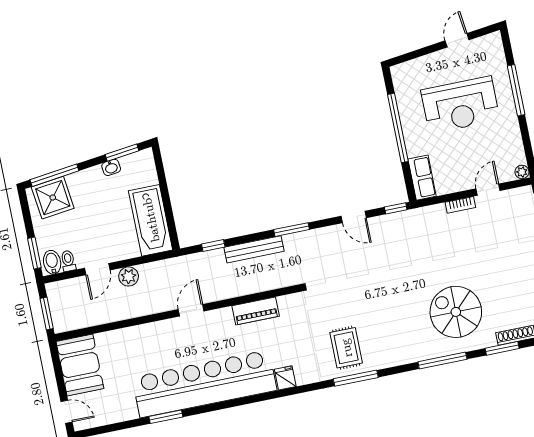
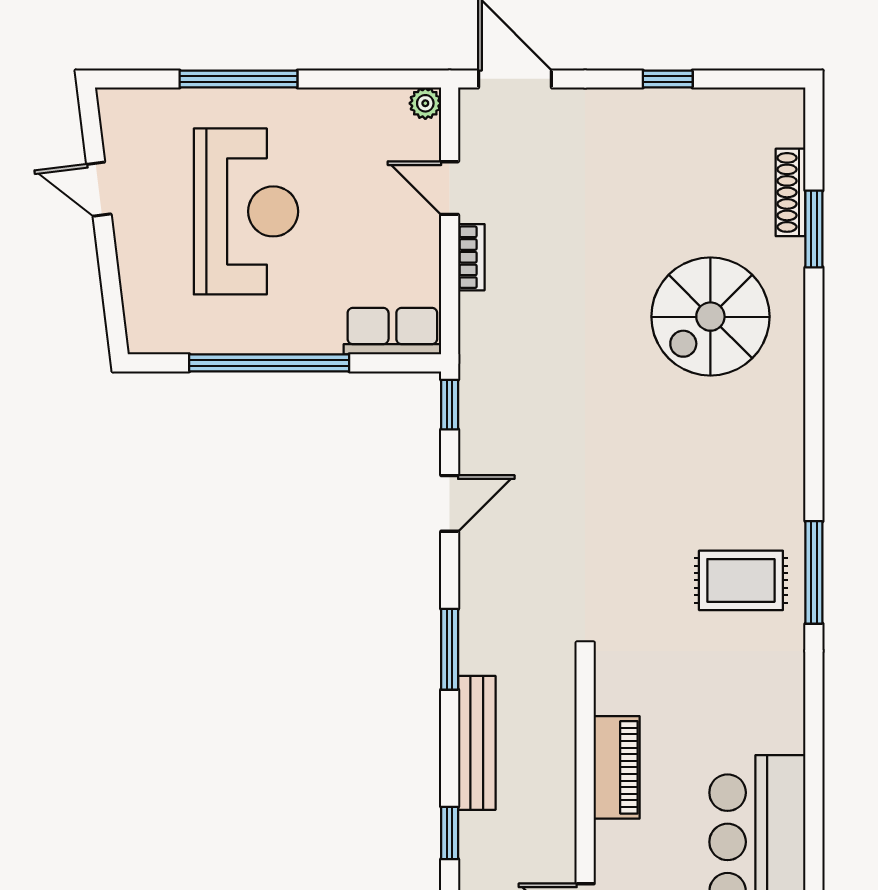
window: (442, 361) -> (814, 369), removed
fridge: (285, 378) -> (781, 731), removed

